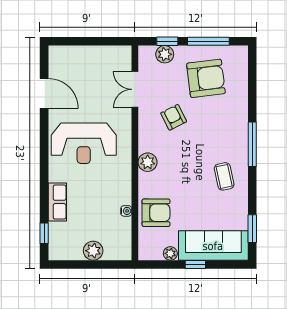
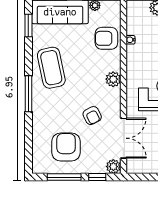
plant: (165, 54) -> (113, 167), moved
armchair: (206, 78) -> (66, 147), turned 97
double door: (135, 89) -> (123, 138), width x1.37
coffee table: (224, 176) -> (51, 68), width x1.86, depth x1.72

